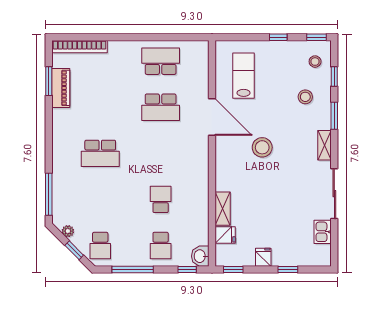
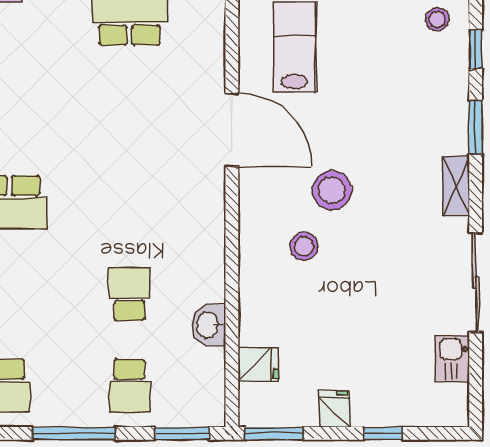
stool: (305, 97) -> (304, 246), moved
school desk: (161, 107) -> (130, 110), removed
shelving: (223, 209) -> (253, 312), removed
washbasin: (200, 256) -> (208, 325), moved
window: (187, 269) -> (182, 433), width x1.50
window: (233, 269) -> (274, 433), width x1.50

